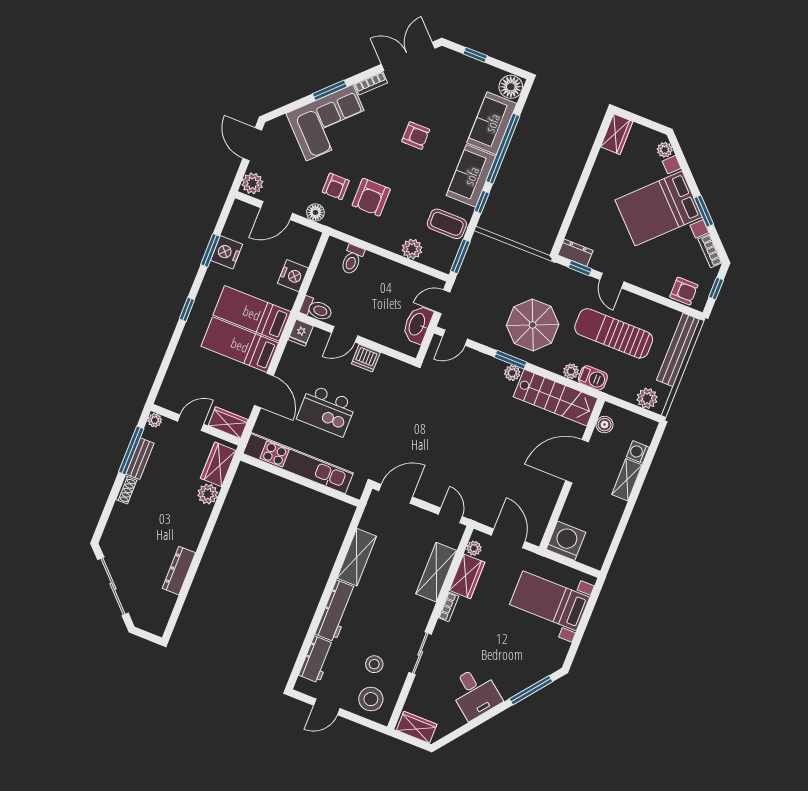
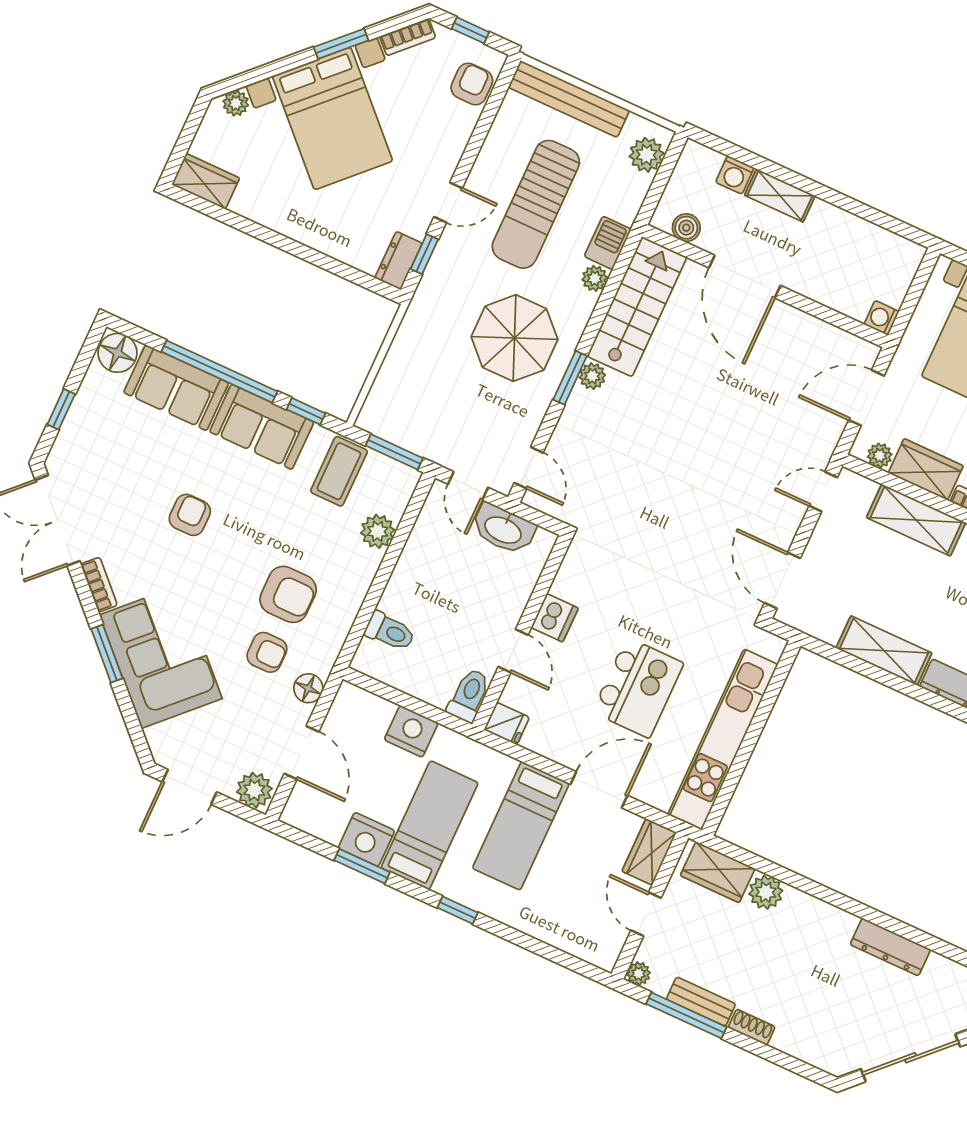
bed: (252, 313) -> (430, 825), moved, turned 180
washing machine: (566, 541) -> (881, 318), width x0.53, depth x0.53

